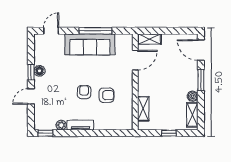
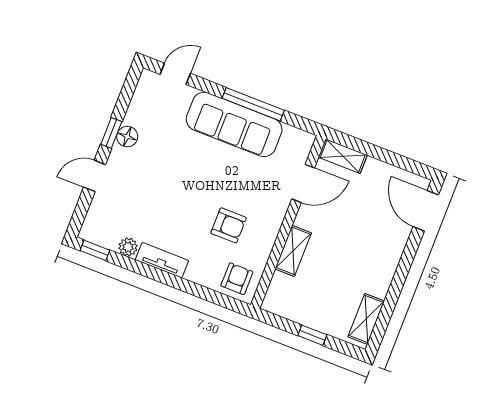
window: (201, 80) -> (405, 264), removed
armchair: (84, 92) -> (237, 279), moved
boiler: (193, 96) -> (380, 286), removed
shelving: (143, 109) -> (293, 251), moved

